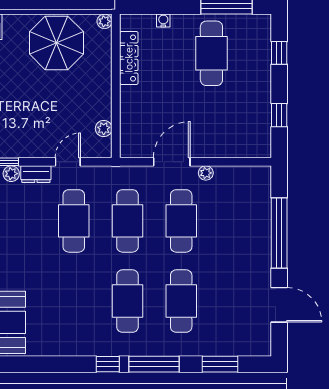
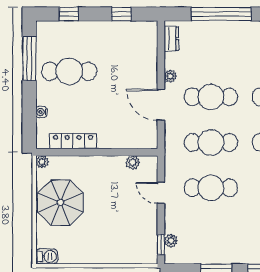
dresser: (36, 174) -> (171, 39), moved

